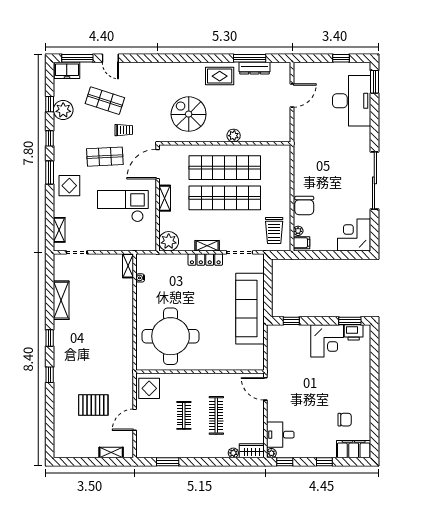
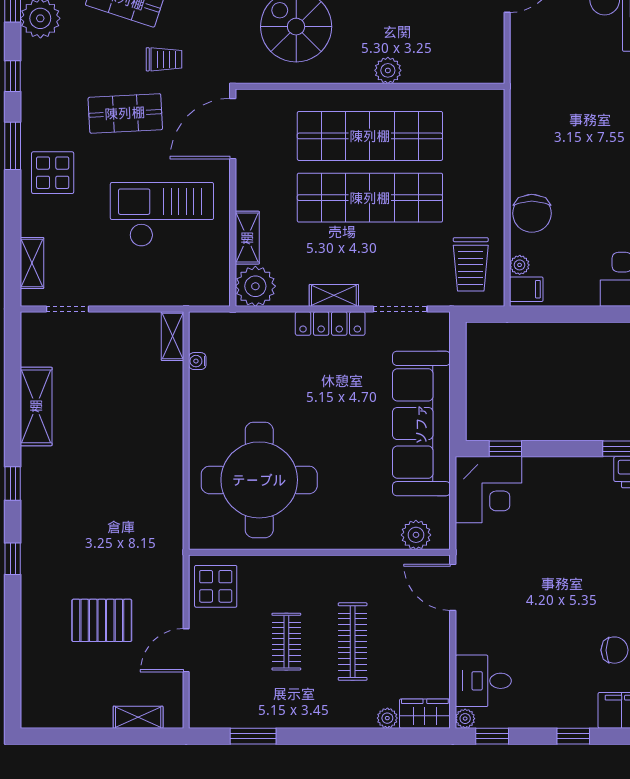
shelving: (165, 198) -> (247, 238), moved
corner desk: (327, 341) -> (489, 490), moved
plant: (247, 363) -> (416, 535), added

